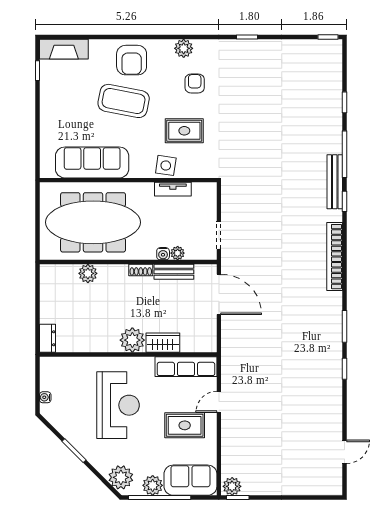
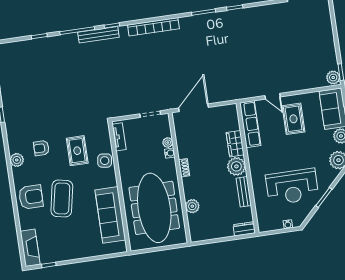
tv unit: (173, 189) -> (119, 137), moved
bench: (174, 272) -> (244, 192), moved
reception desk: (118, 405) -> (292, 187), moved, turned 180

